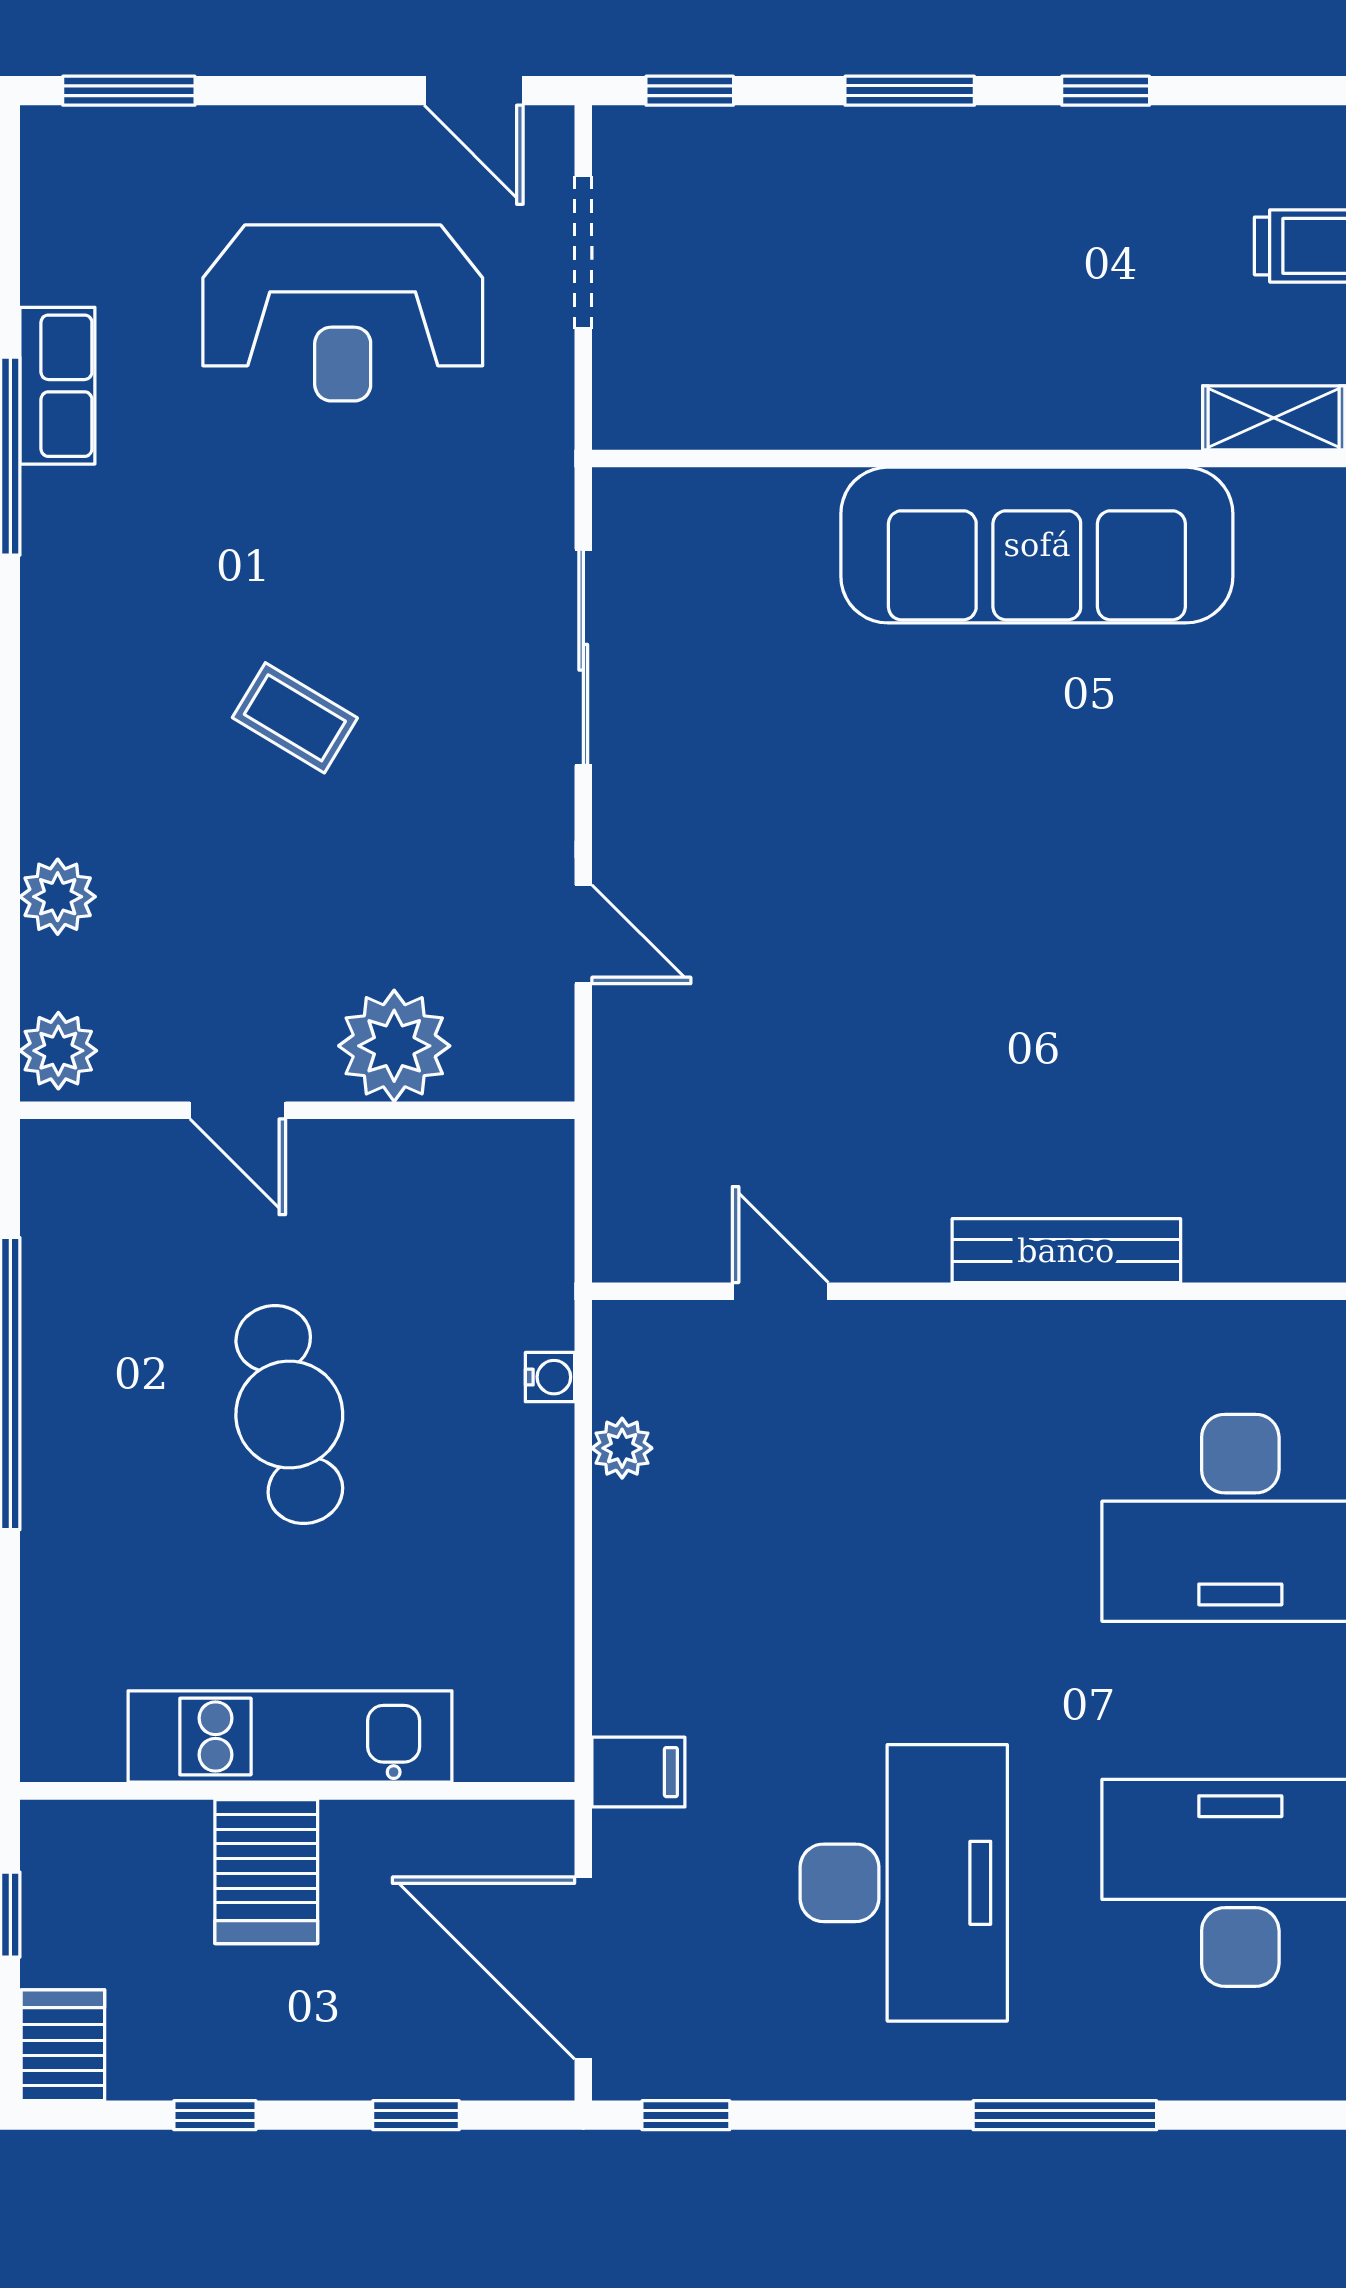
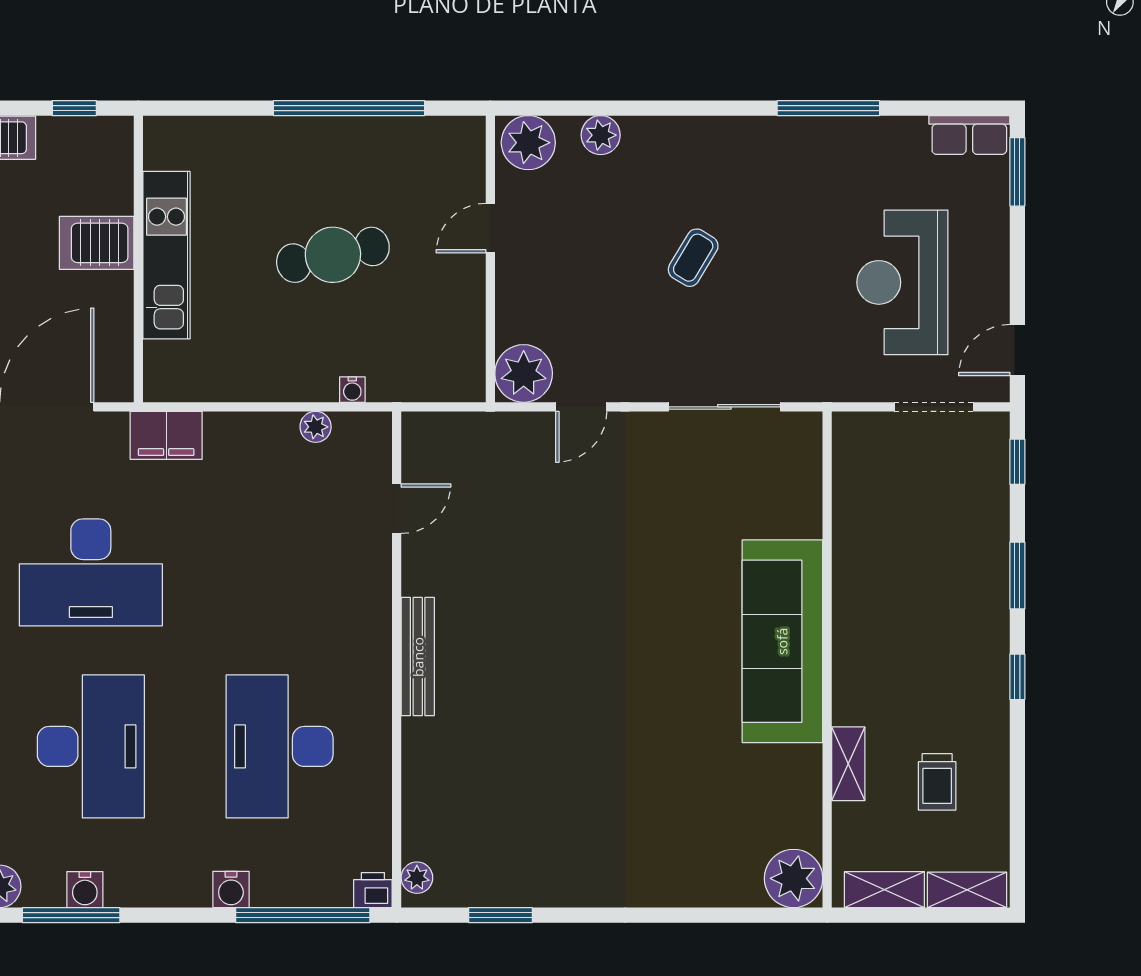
row of seats: (57, 386) -> (969, 135), moved
plant: (394, 1046) -> (524, 373), moved
plant: (58, 1051) -> (528, 143), width x1.36, depth x1.36
filing cabinet: (638, 1772) -> (166, 435), width x2.00

